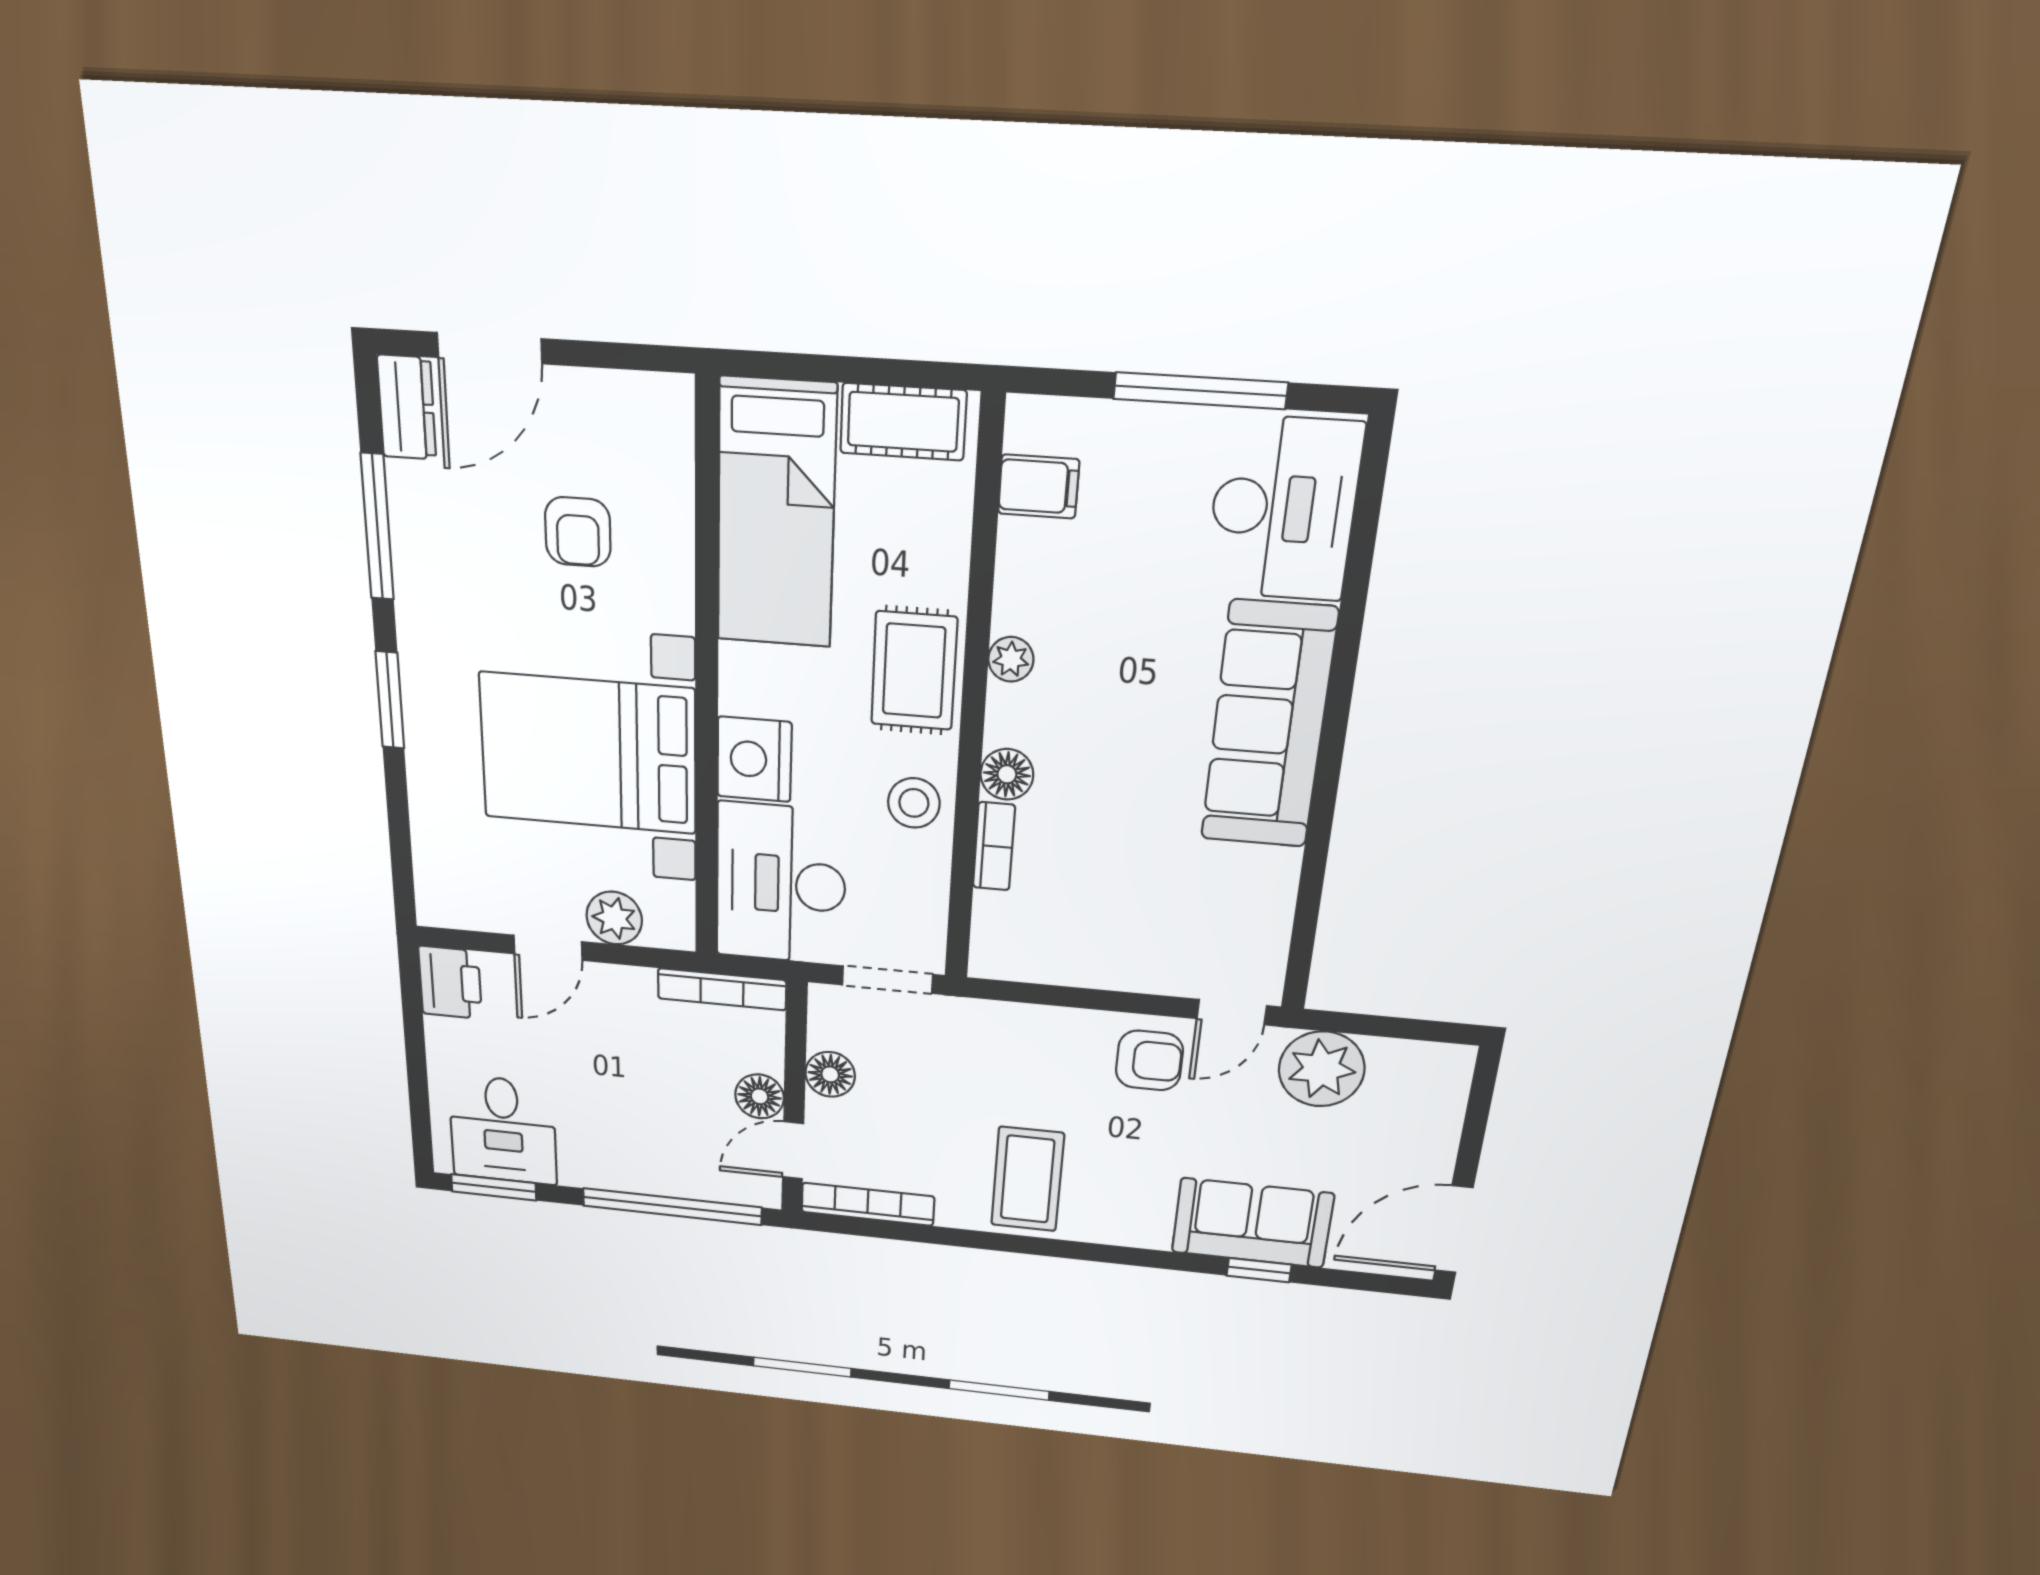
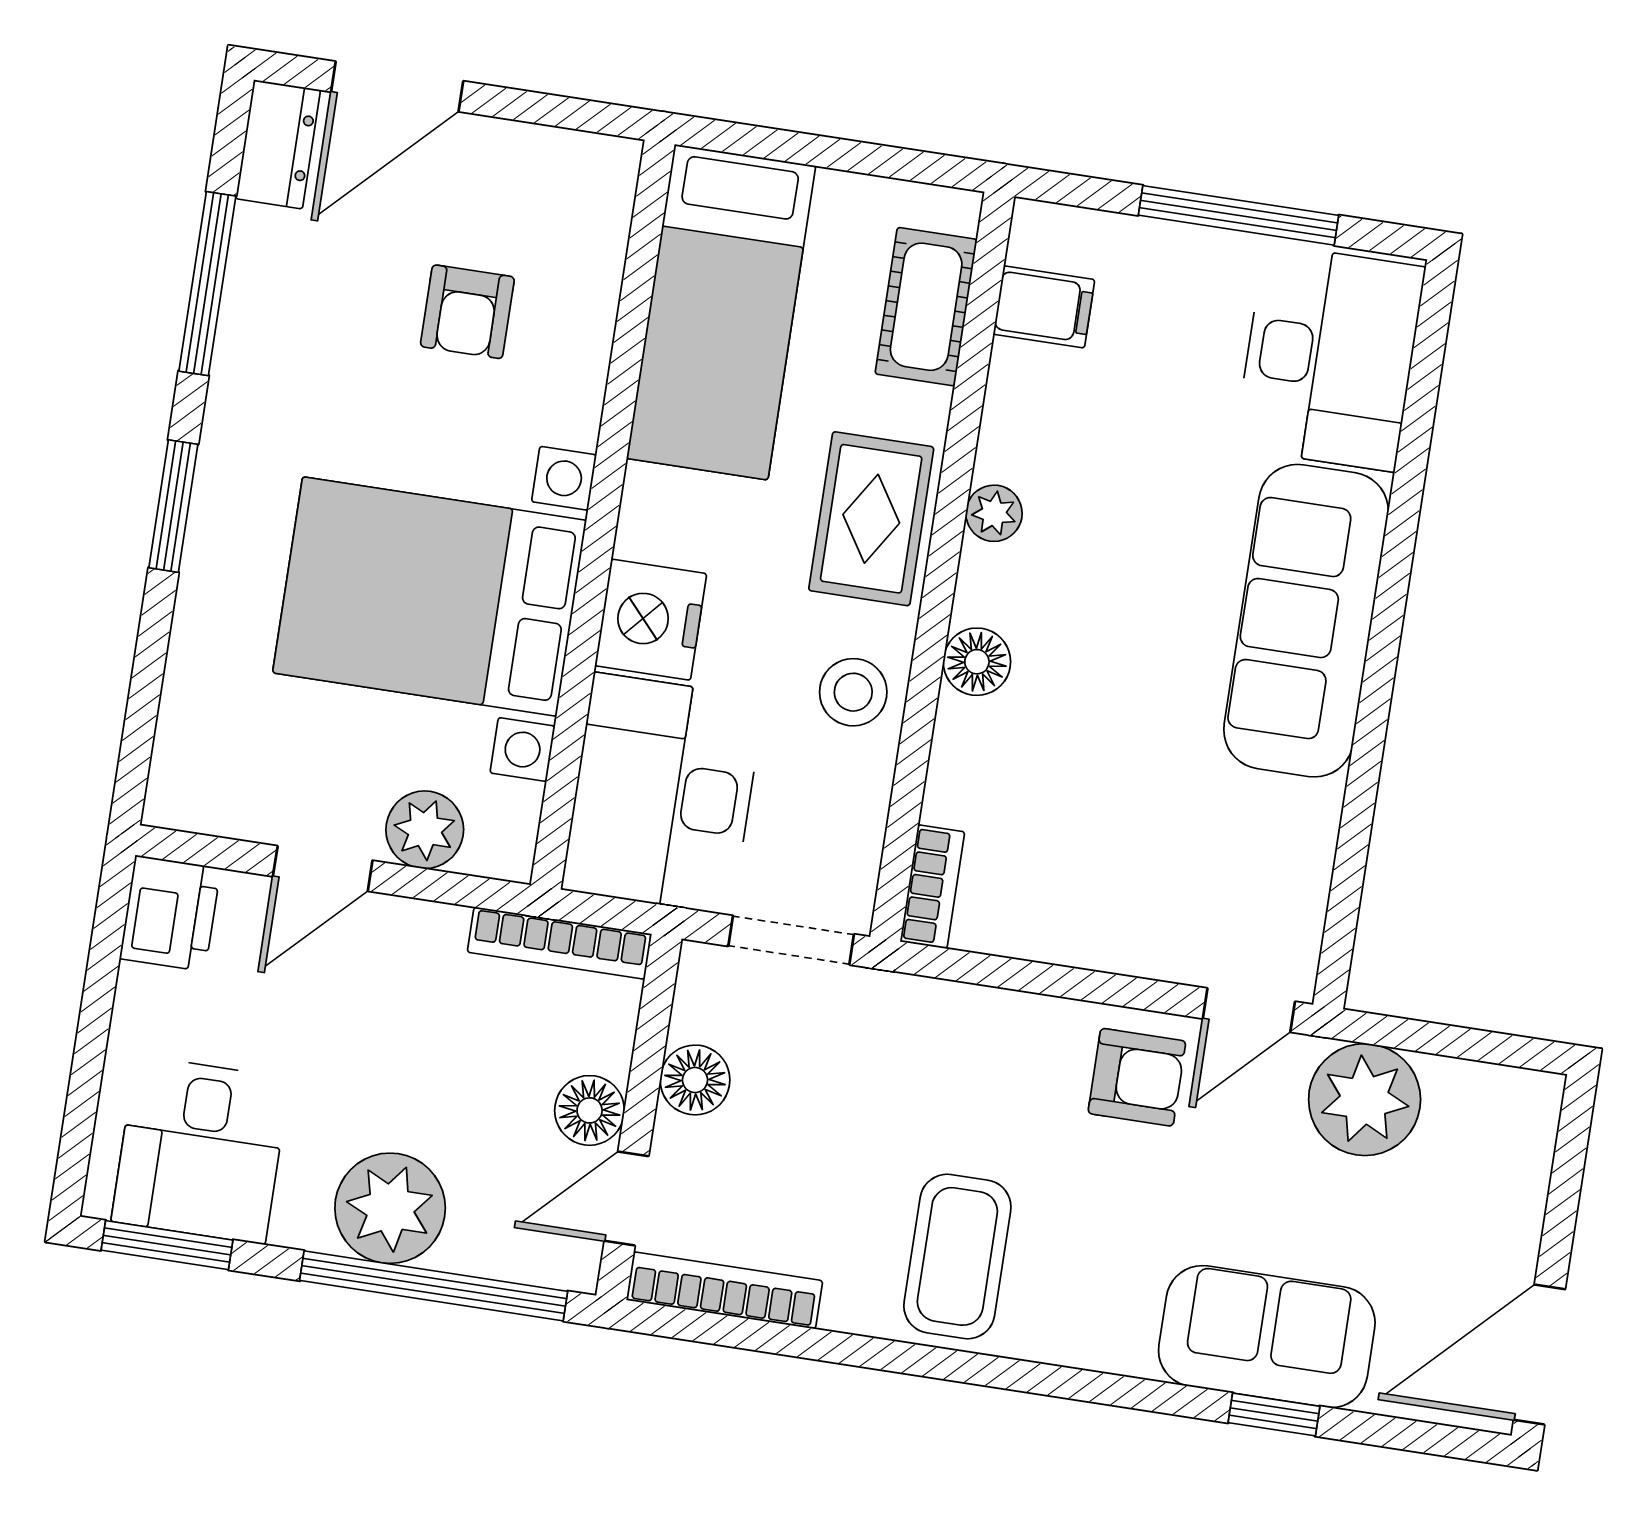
cot: (903, 422) -> (926, 307), moved, turned 90
bookcase: (994, 846) -> (932, 887), moved
plant: (635, 1161) -> (390, 1208), added

